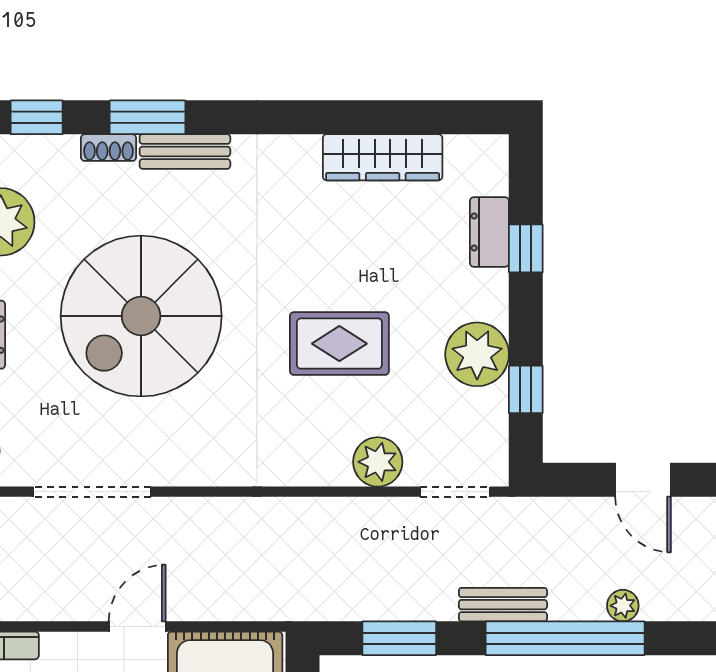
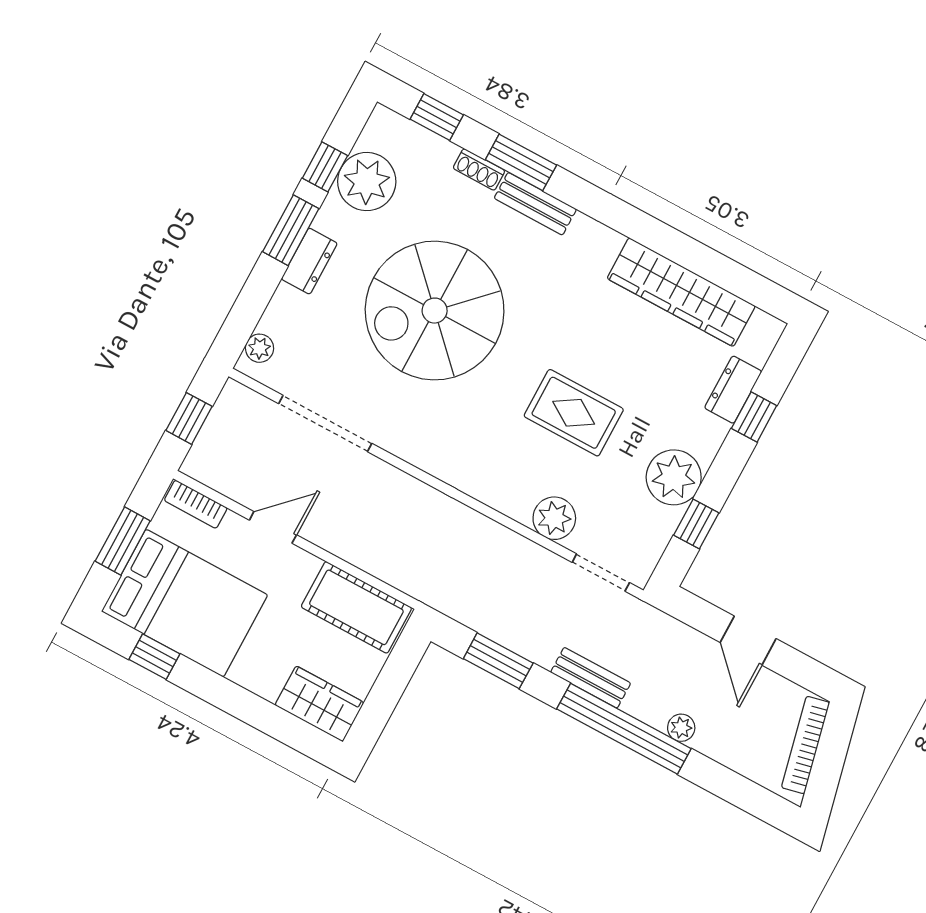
wardrobe: (383, 157) -> (681, 292), width x1.40, depth x1.17
door: (137, 627) -> (273, 527), moved

